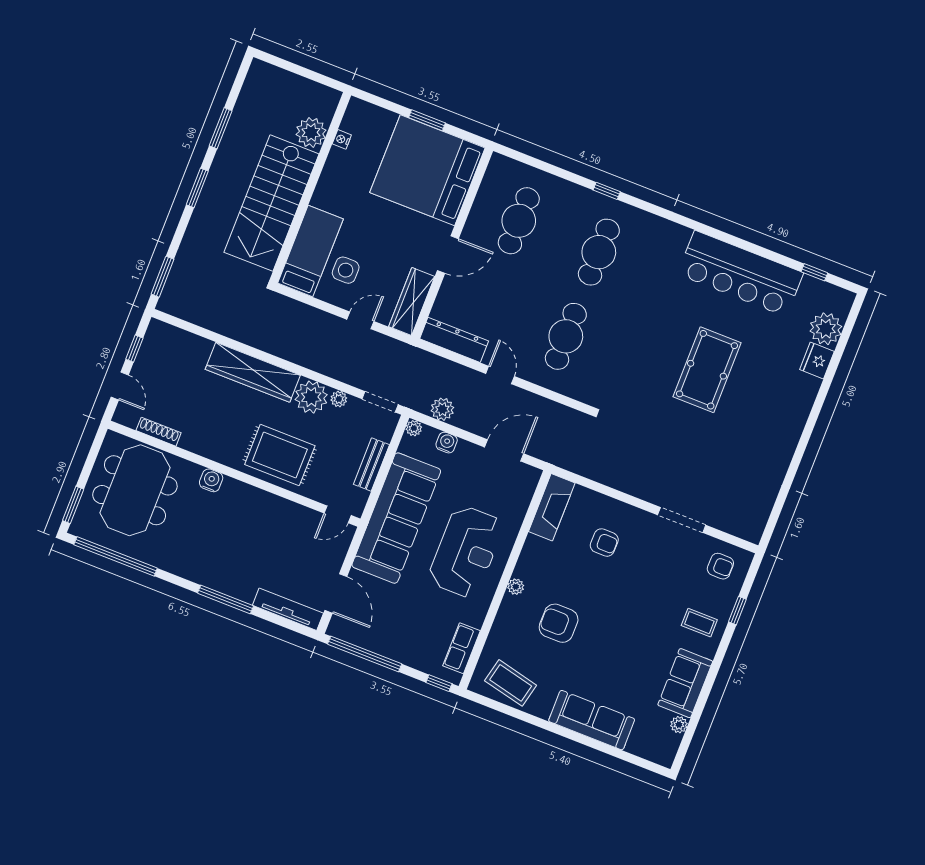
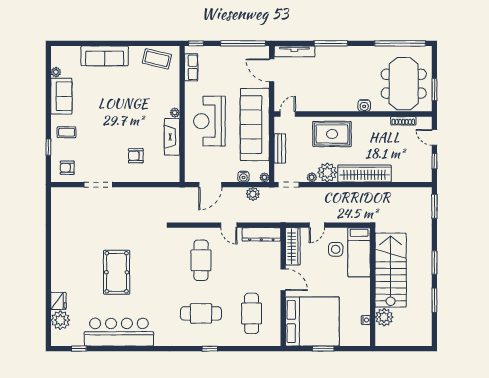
cafe table: (599, 252) -> (201, 313), turned 90
door: (448, 255) -> (283, 280), swing flipped
window: (73, 505) -> (434, 90), moved
fireplace: (552, 507) -> (172, 137), moved
armchair: (559, 623) -> (143, 102), removed

